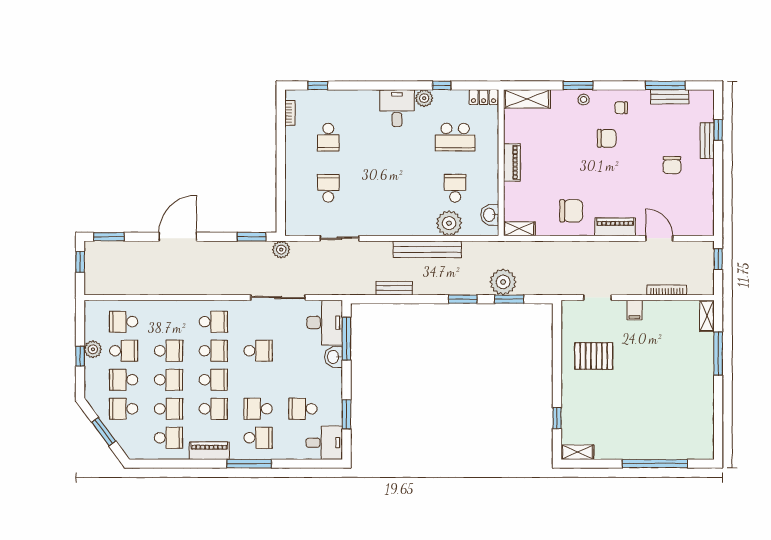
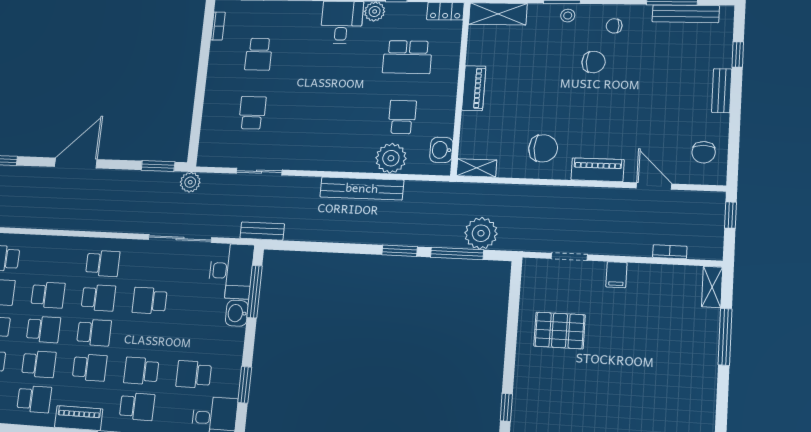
bench: (670, 97) -> (686, 14), width x1.36
bench: (707, 140) -> (722, 91), moved
chair: (672, 165) -> (704, 152), moved
plant: (503, 282) -> (481, 233), moved
bench: (394, 288) -> (262, 231), moved
bookcase: (667, 290) -> (670, 252), width x0.64
window: (509, 299) -> (457, 253), width x1.44
school desk: (258, 351) -> (150, 301), turned 180

